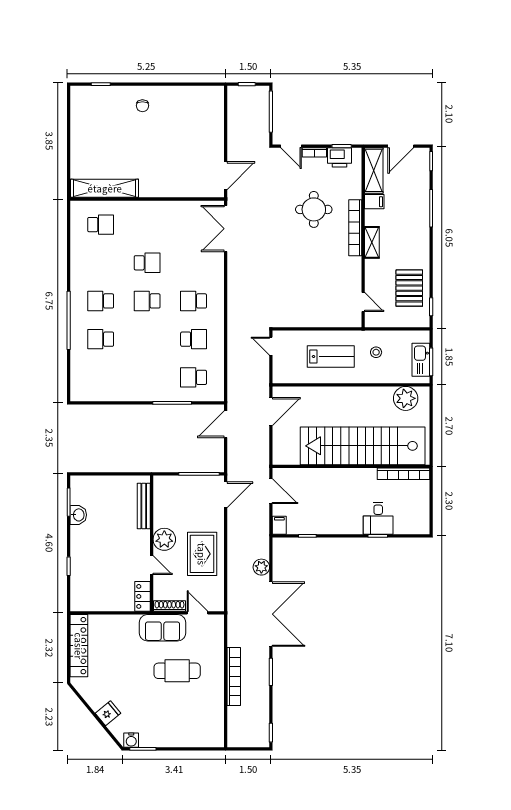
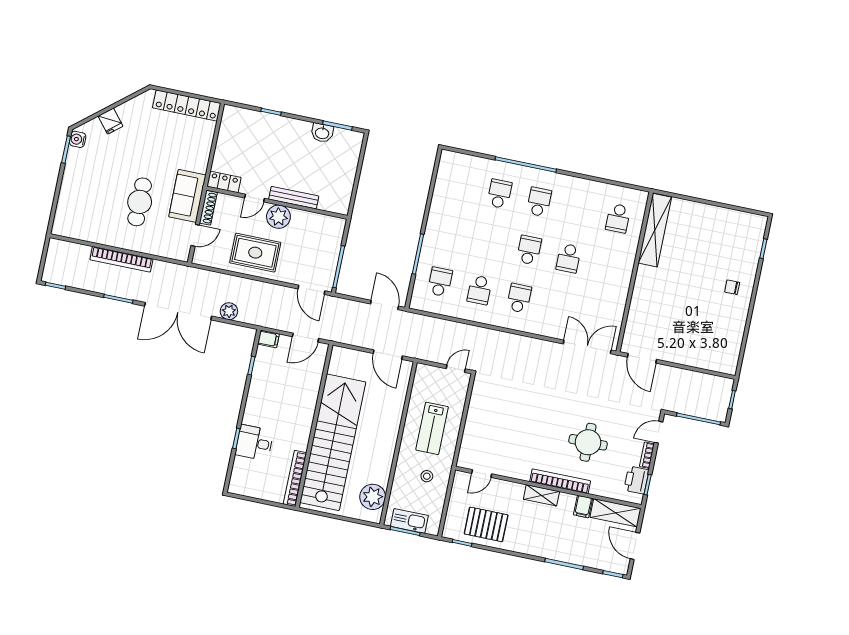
bench: (144, 506) -> (294, 198), moved

